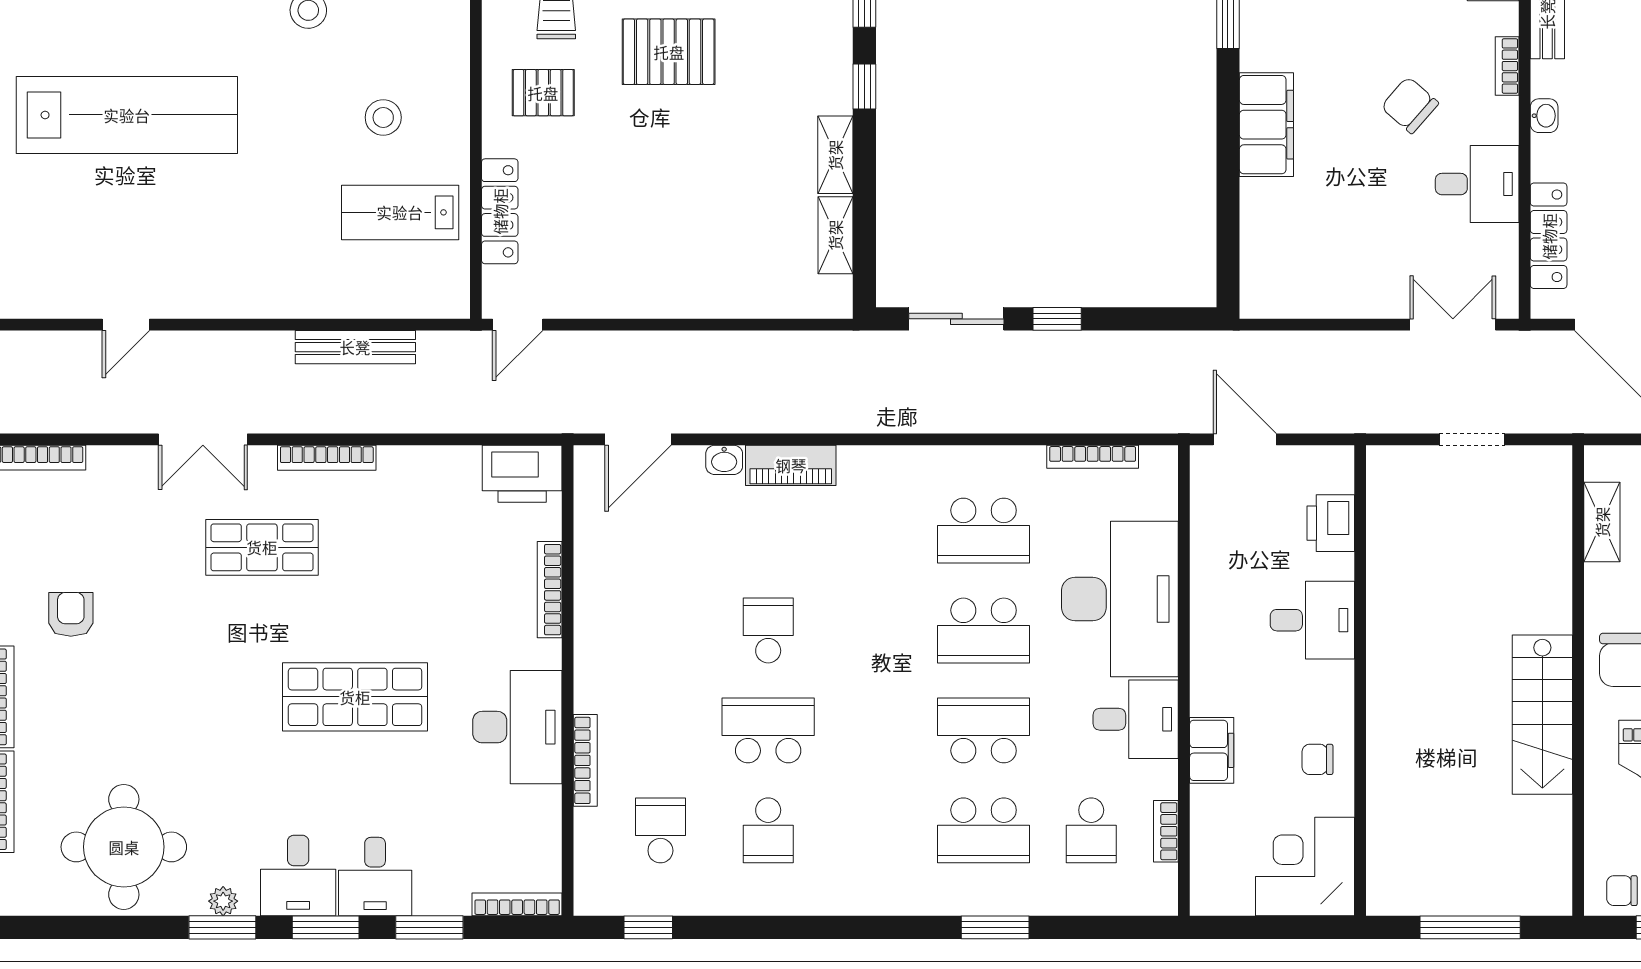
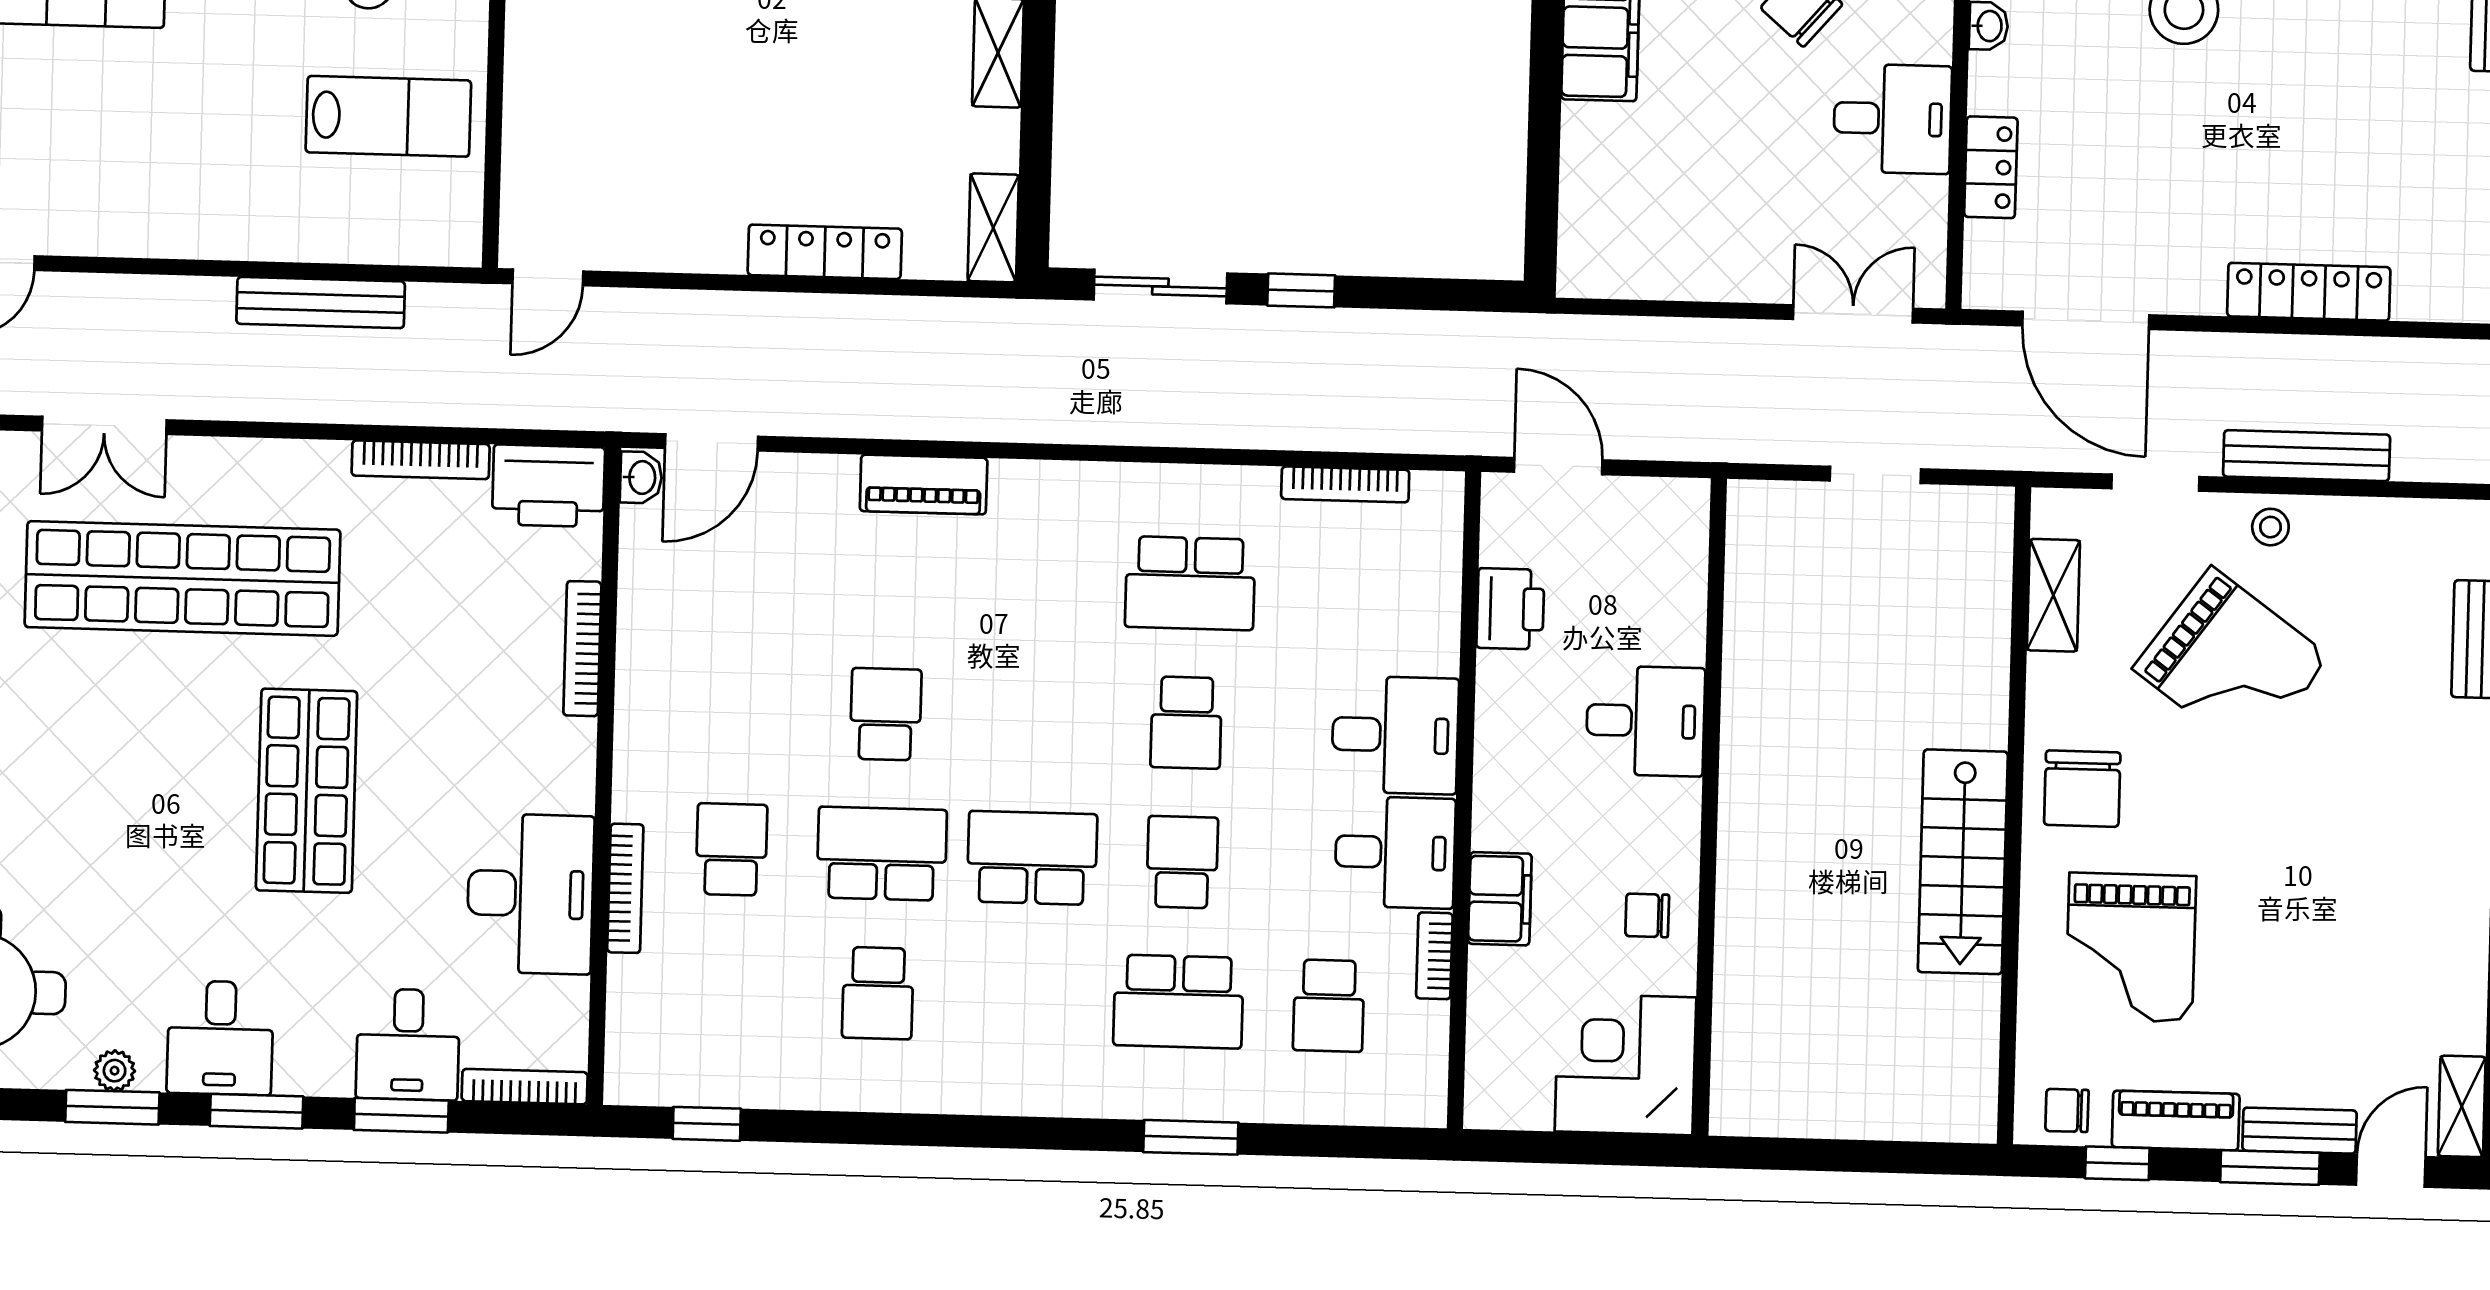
locker: (500, 211) -> (825, 252), moved, turned -90
lab bench: (400, 212) -> (388, 116), turned 180
shelving: (835, 235) -> (993, 228), moved
locker: (1549, 236) -> (1991, 167), width x0.66
bookcase: (327, 458) -> (421, 460), moved
washbasin: (724, 460) -> (641, 477), moved, turned -90
printer: (1331, 523) -> (1510, 609), moved, turned 180
shop shelf: (262, 547) -> (183, 578), width x2.00, depth x1.36
desk: (1120, 599) -> (1395, 735), width x0.53, depth x0.77
school desk: (984, 631) -> (1186, 723), width x0.54
shop shelf: (355, 697) -> (307, 791), turned 90
desk: (517, 727) -> (530, 894), moved
school desk: (876, 730) -> (1032, 858), added
school desk: (984, 730) -> (1182, 862), width x0.54
school desk: (660, 830) -> (731, 849), moved
bookcase: (1166, 831) -> (1434, 956), moved
desk: (375, 877) -> (408, 1044), moved
window: (1470, 927) -> (1854, 1156), removed

